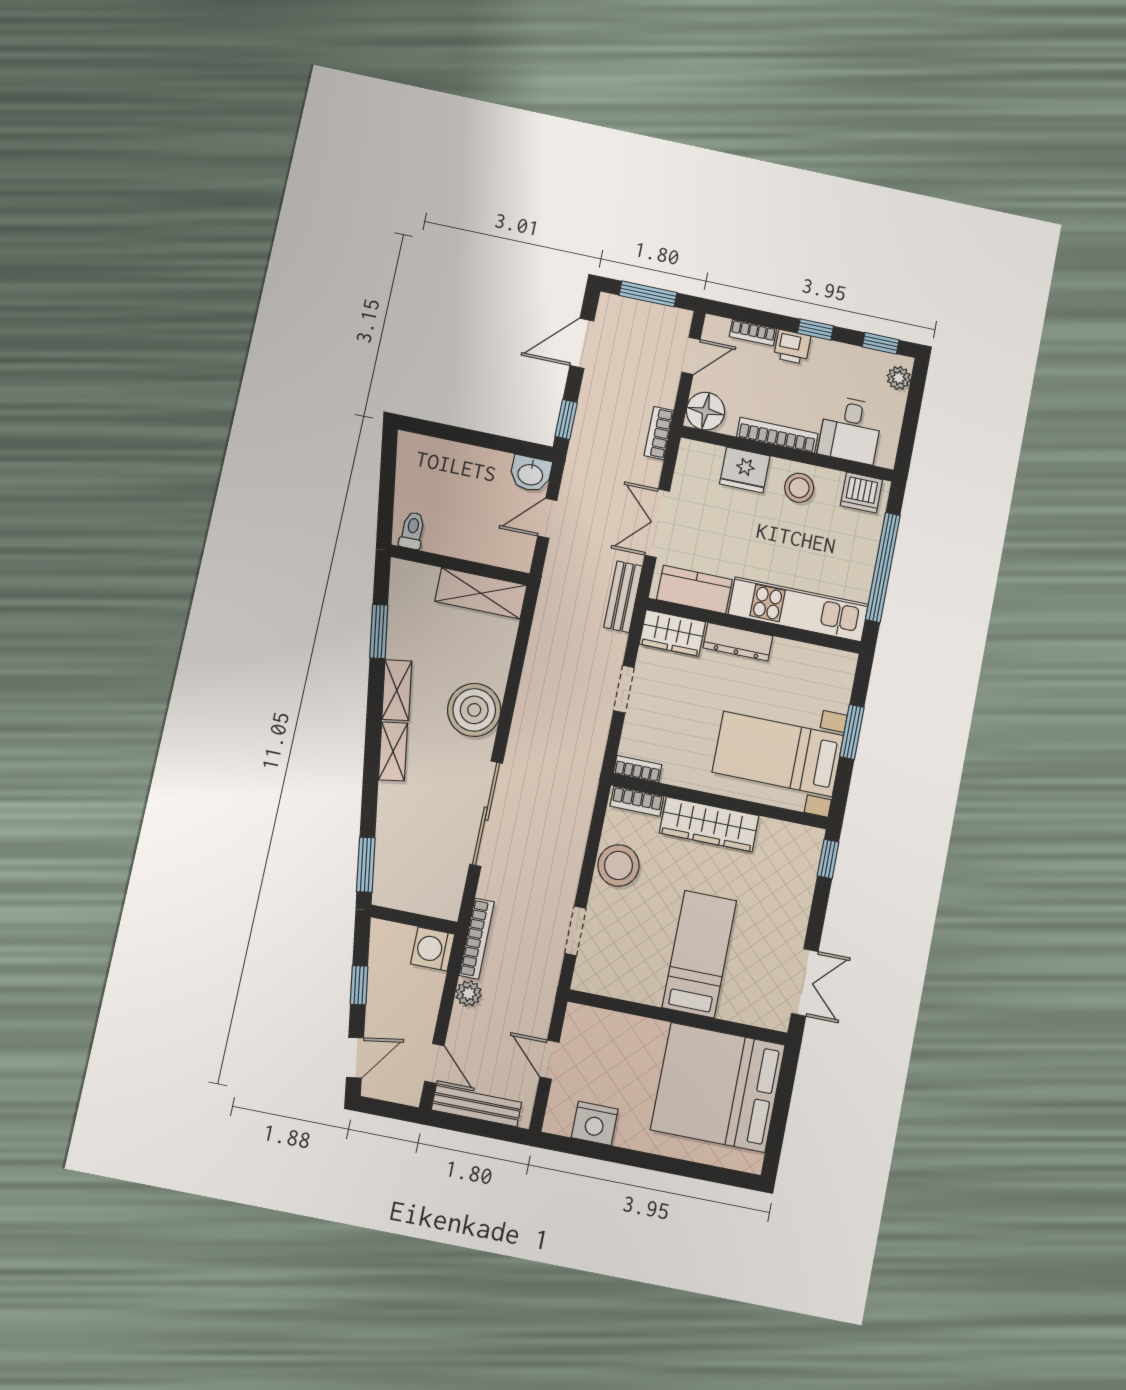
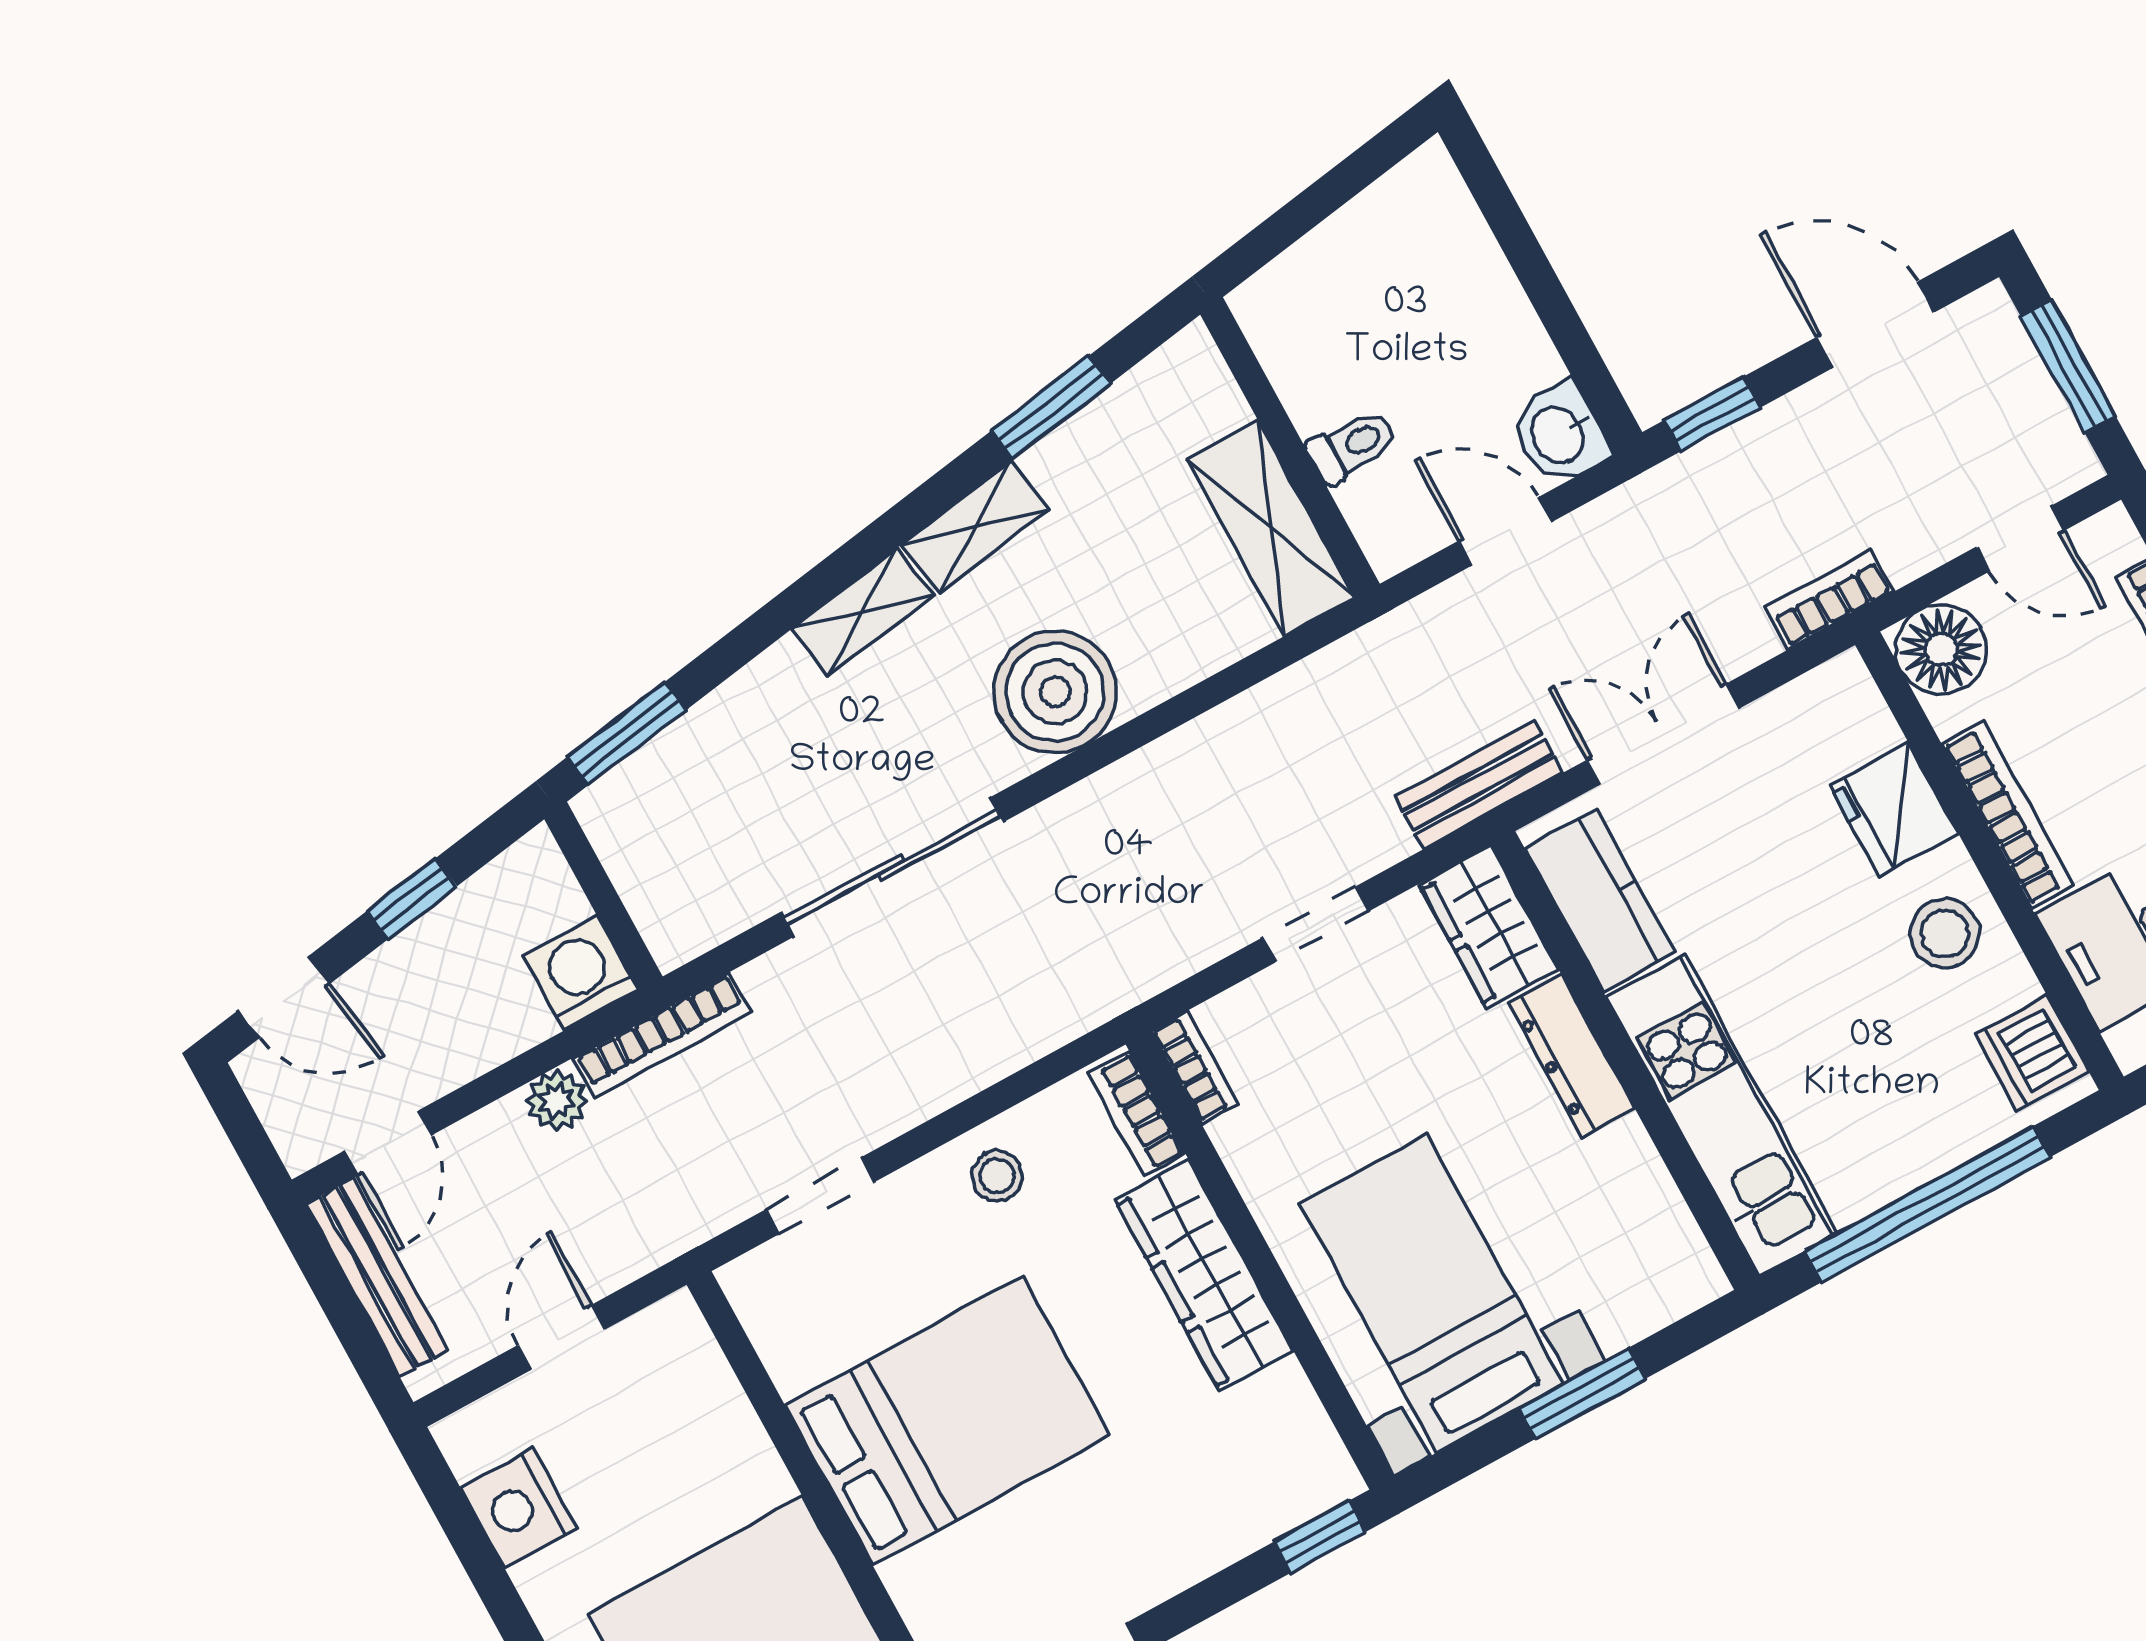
toilet: (412, 531) -> (1352, 446), moved
stool: (618, 865) -> (997, 1176), width x0.53, depth x0.53
bed: (699, 954) -> (948, 1421), width x1.50

